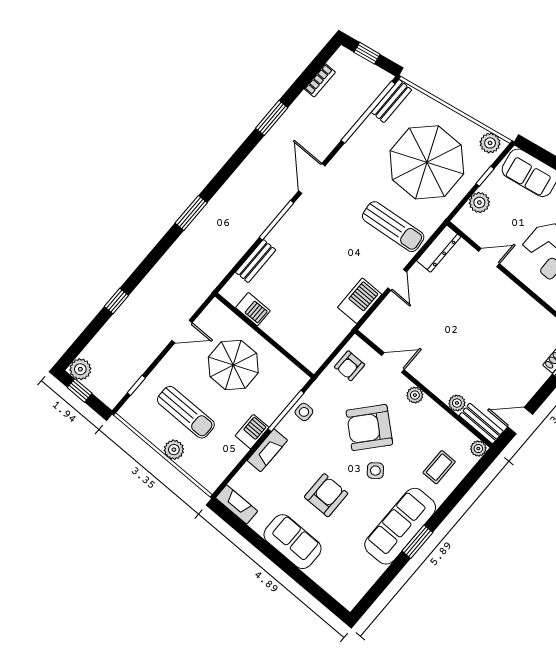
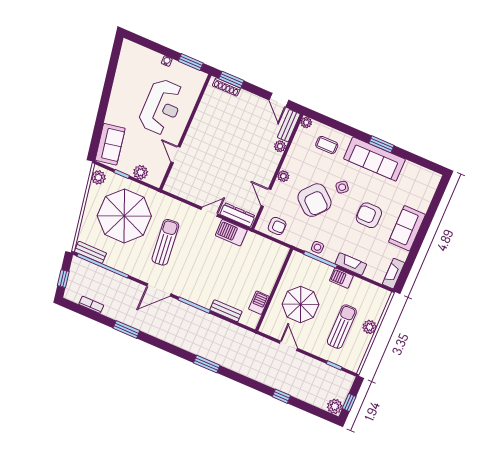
sun lounger: (393, 227) -> (165, 242), moved
dresser: (439, 249) -> (238, 215), moved

